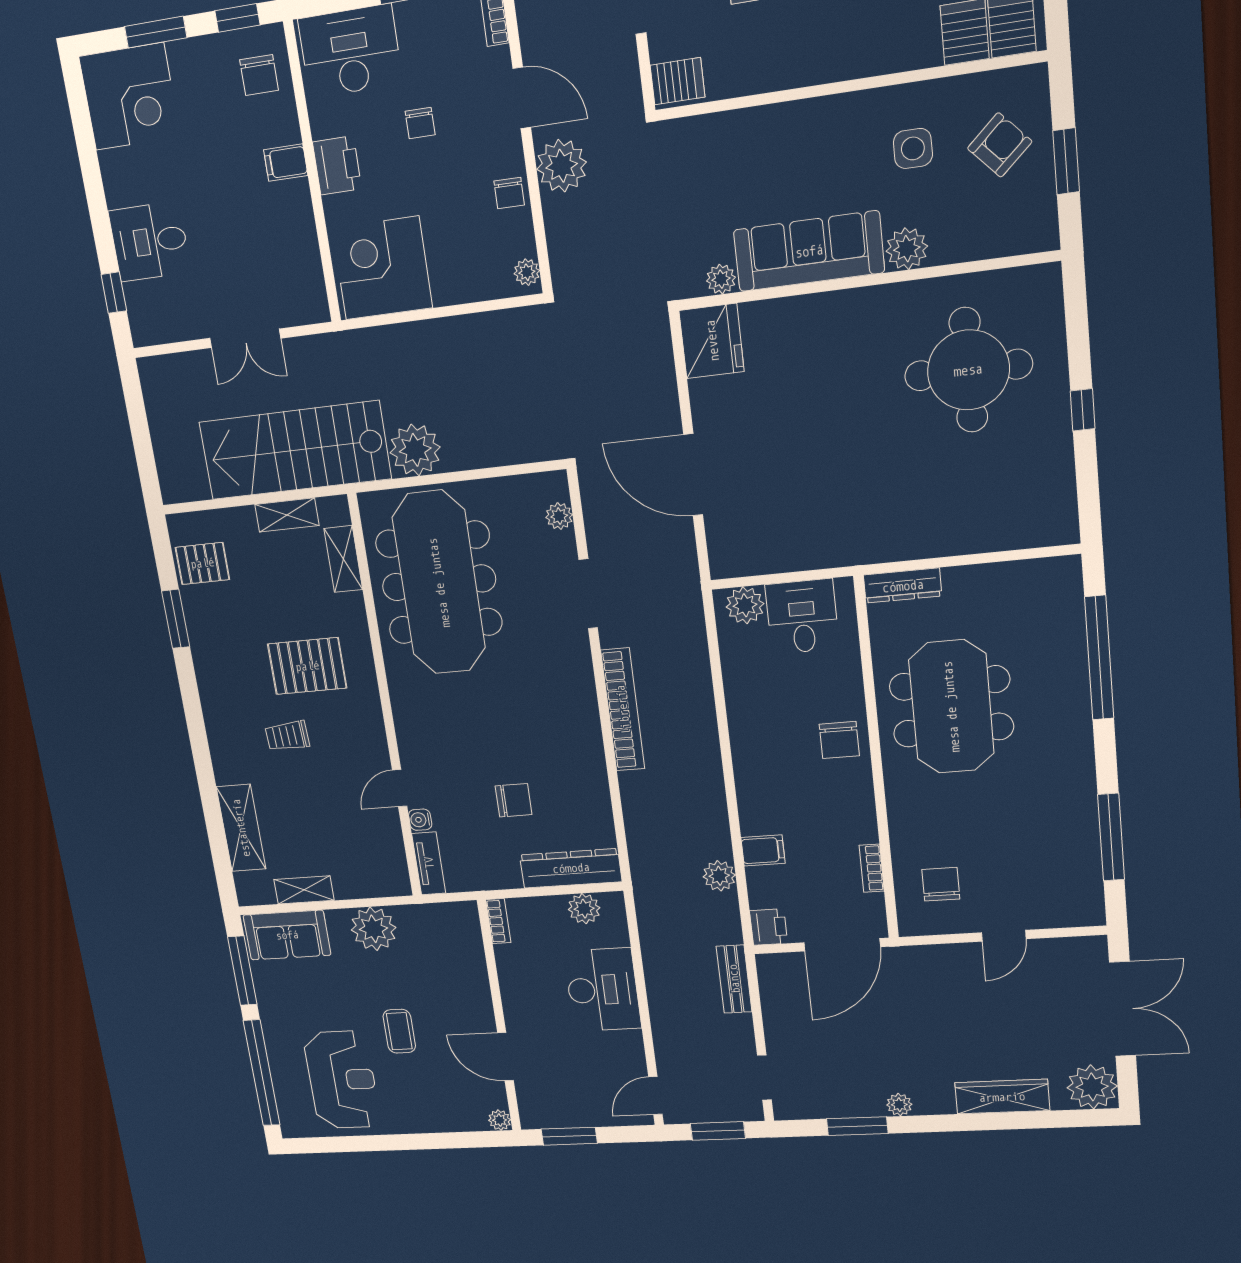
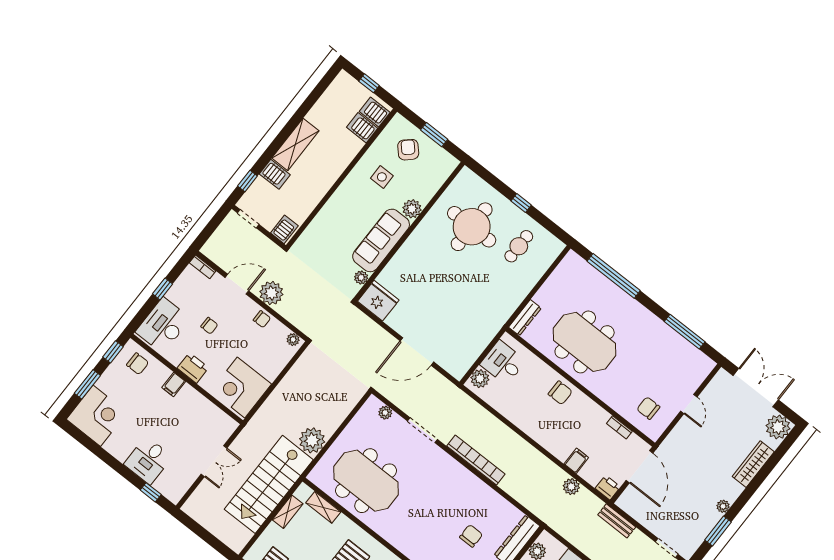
cafe table: (1007, 472) -> (519, 246), added
meeting table: (439, 583) -> (366, 481), width x0.73

